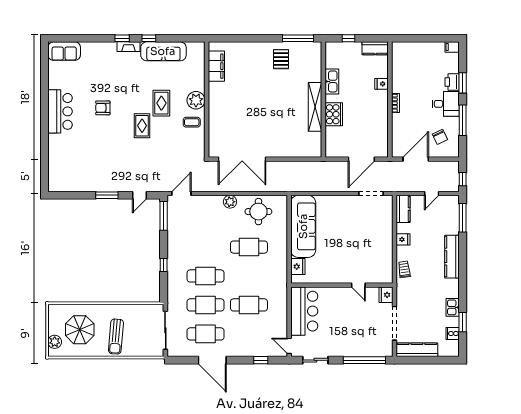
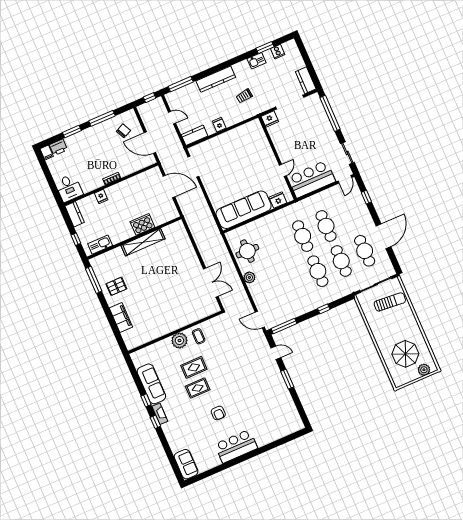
filing cabinet: (216, 66) -> (121, 318), moved, turned 90
kitchen sink: (332, 81) -> (100, 245), moved
printer: (452, 82) -> (58, 147), moved
desk: (446, 104) -> (69, 188), moved, turned 180
rug: (142, 126) -> (198, 388), moved
double door: (242, 159) -> (211, 283), width x0.73
cafe table: (249, 247) -> (303, 236), moved
trolley: (404, 269) -> (244, 96), moved
door: (358, 285) -> (283, 170), moved
sun lounger: (116, 337) -> (390, 302), moved
kitchen counter: (417, 350) -> (306, 80), width x0.67

